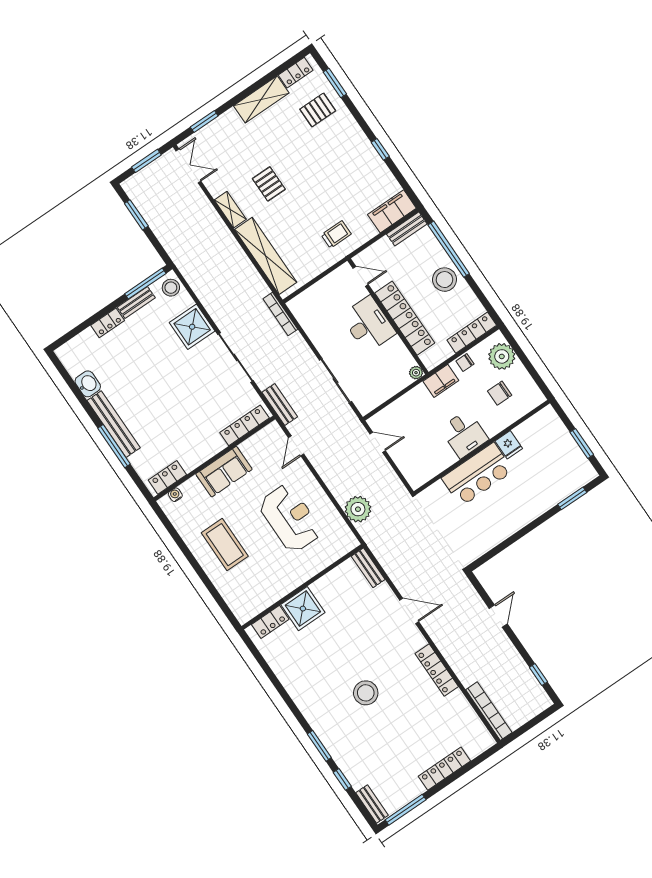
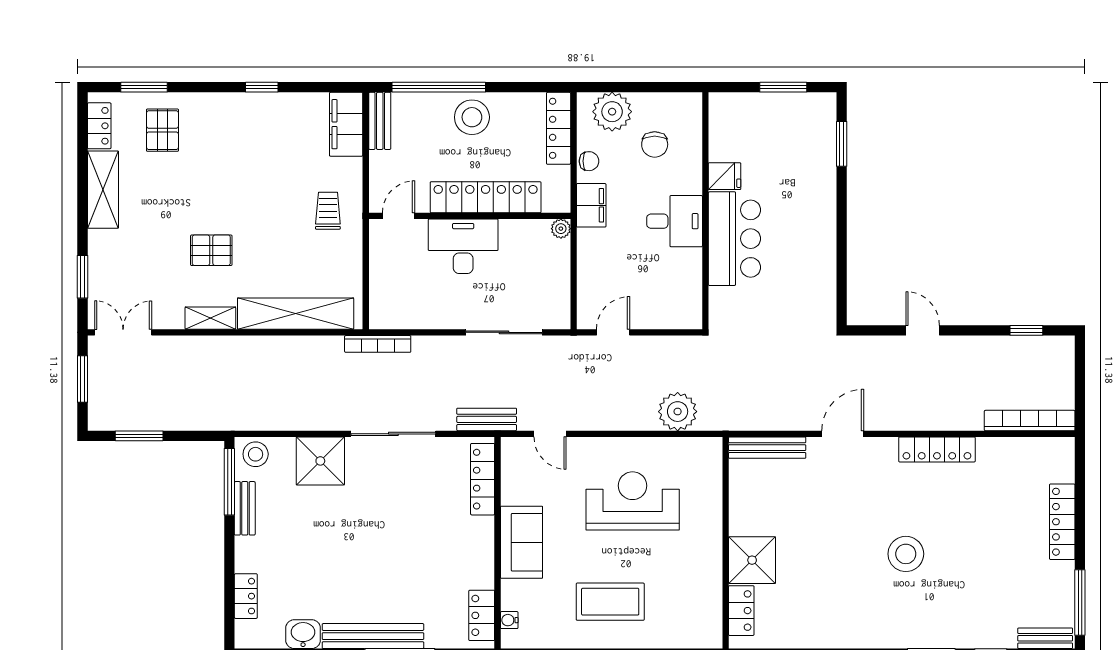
locker: (108, 323) -> (246, 596), moved
chair: (465, 363) -> (589, 161), turned -90
bench: (368, 568) -> (767, 448), width x1.36

